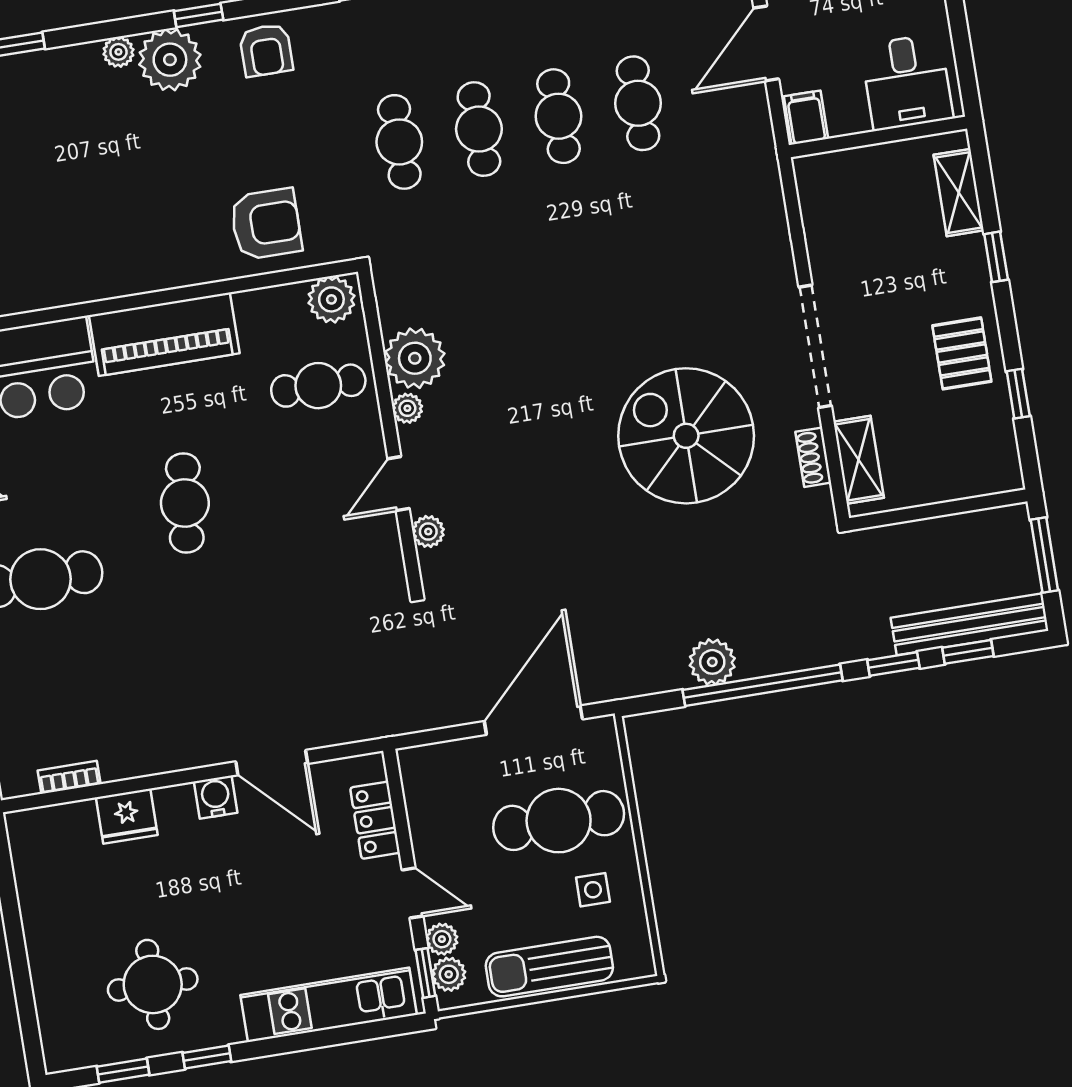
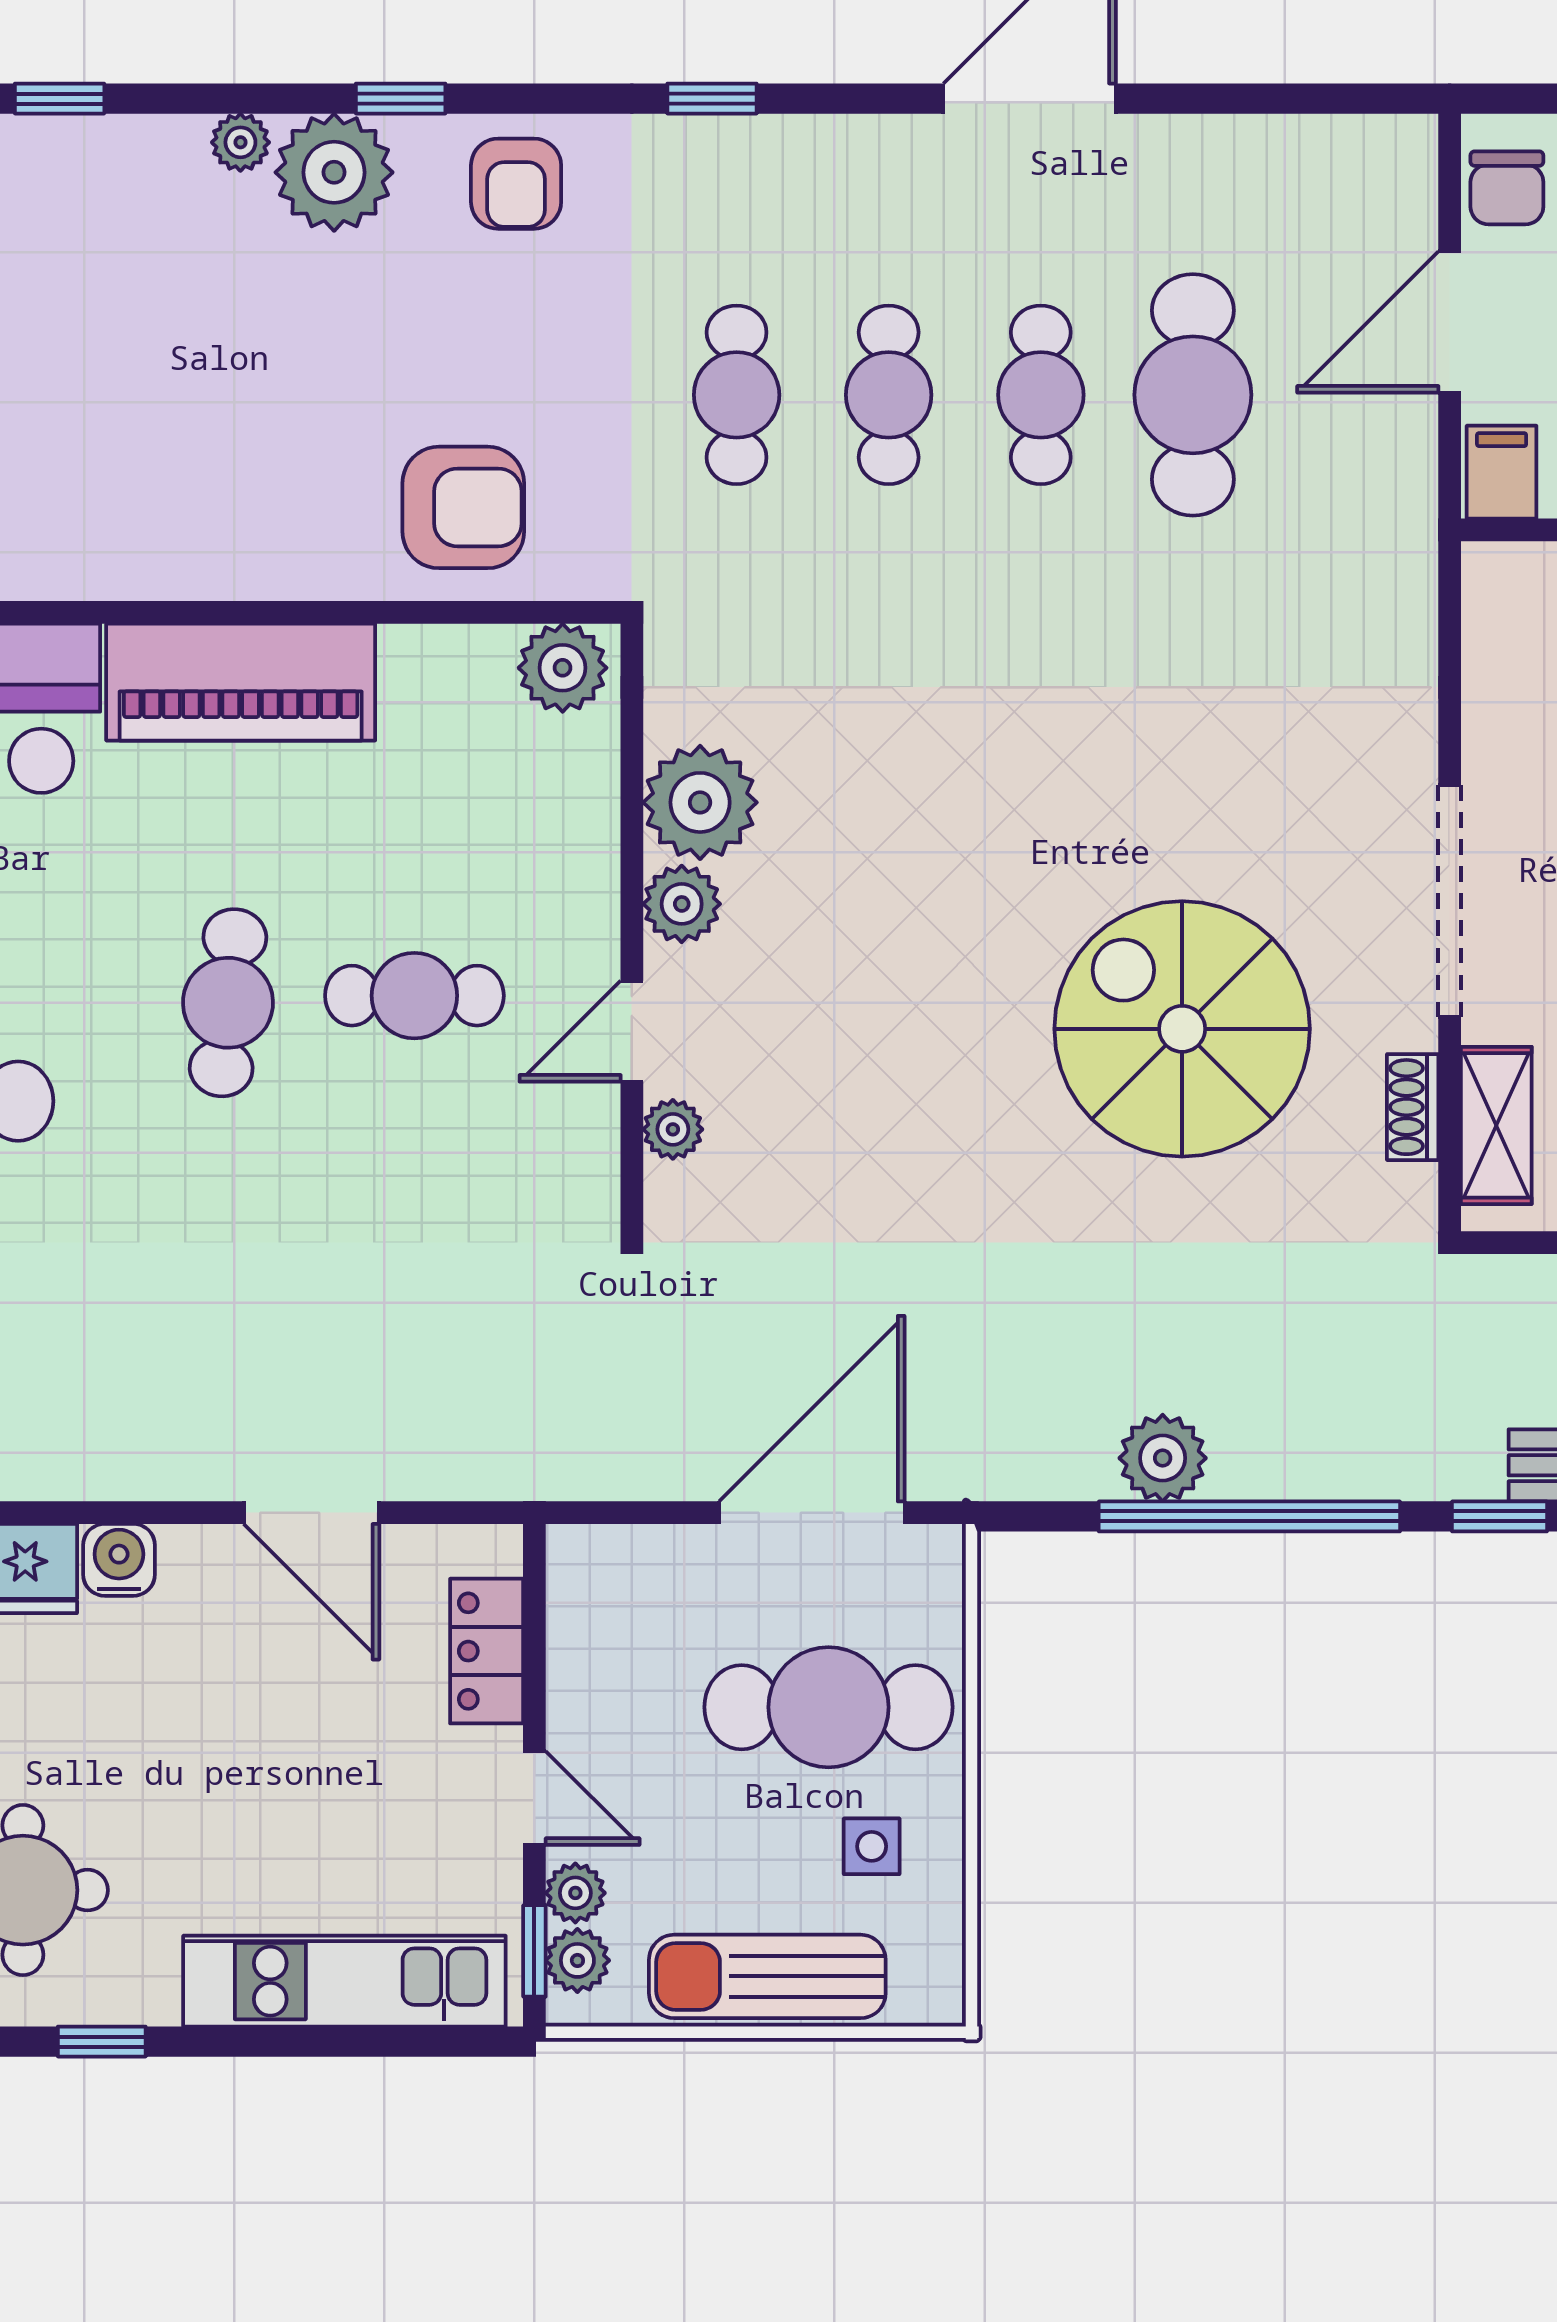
cafe table: (638, 103) -> (1193, 395), width x1.37, depth x1.35
cafe table: (318, 386) -> (414, 996), moved
plant: (407, 408) -> (682, 904), width x1.38, depth x1.38
water cooler: (216, 797) -> (119, 1560), moved

